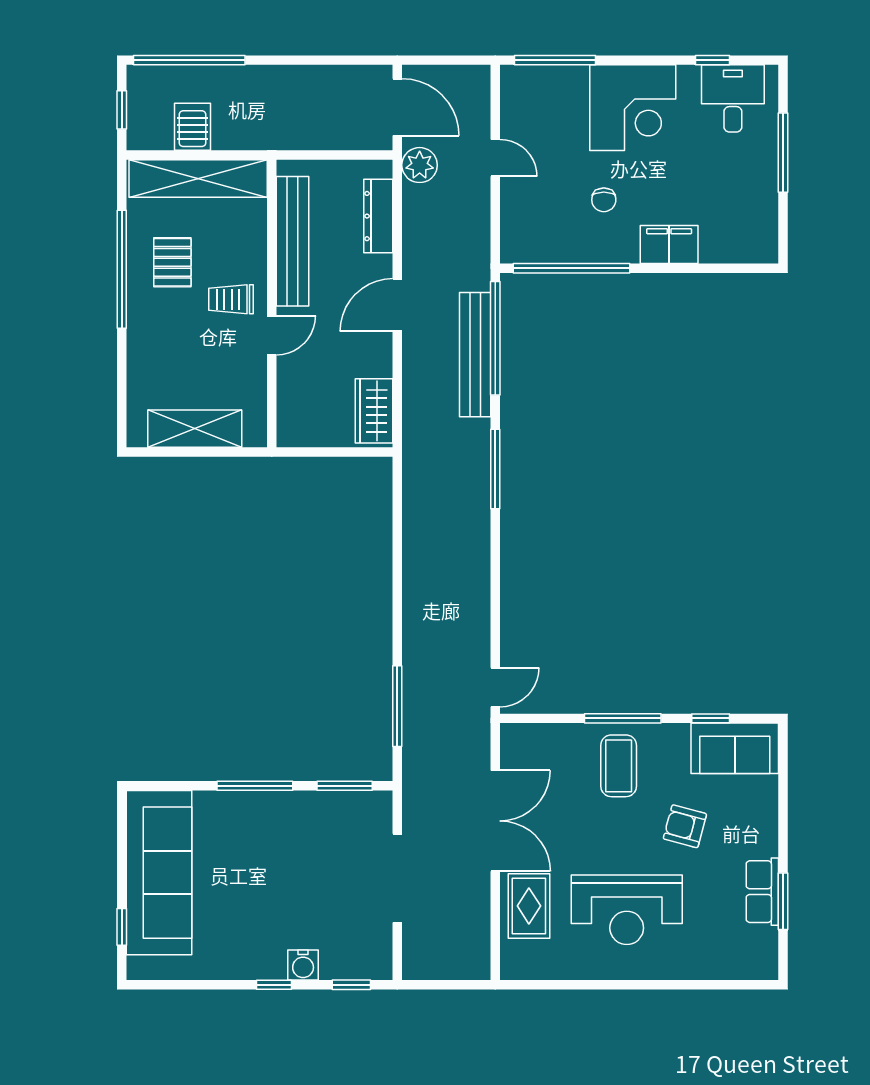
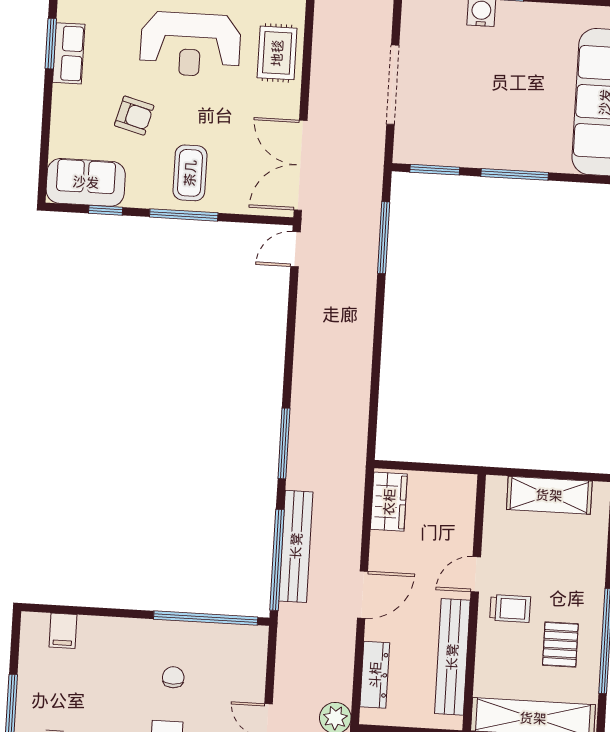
filing cabinet: (669, 245) -> (63, 631), moved, width x0.50
double door: (495, 821) -> (301, 165), moved
reception desk: (627, 910) -> (190, 44), turned 180

